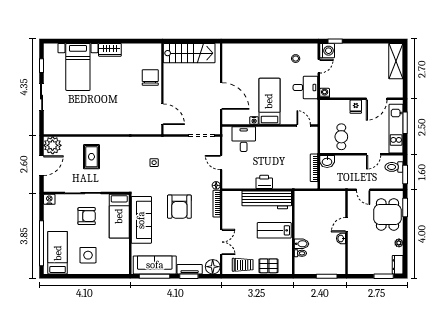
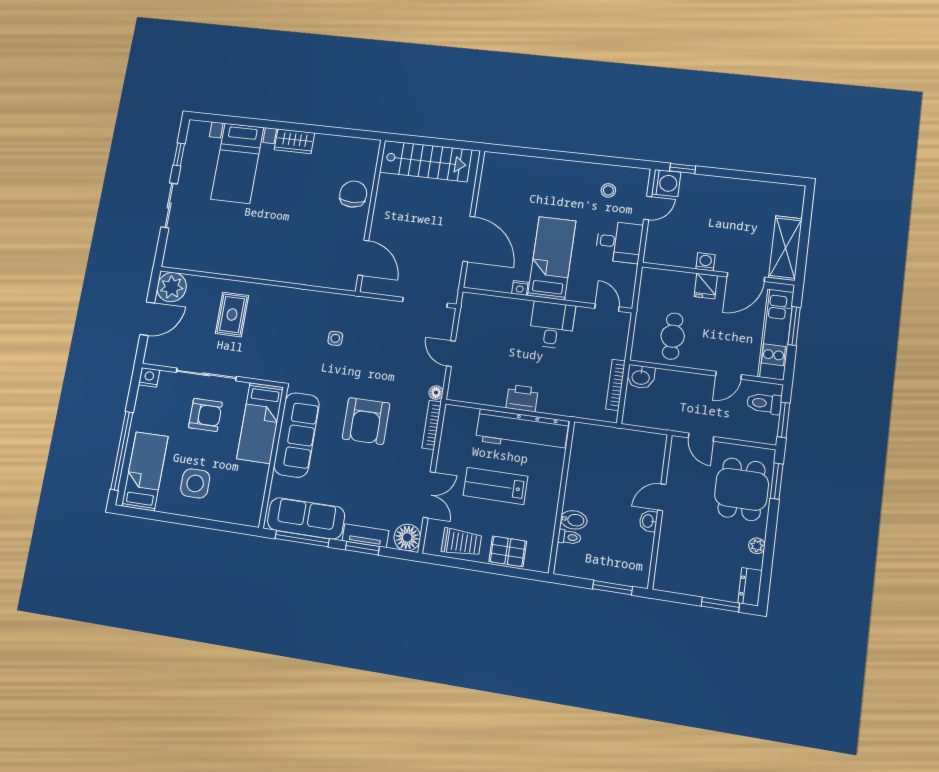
shelving: (396, 61) -> (785, 248), moved
washing machine: (325, 93) -> (705, 262), moved
desk: (244, 139) -> (552, 325), moved
lab bench: (274, 230) -> (495, 486), moved

